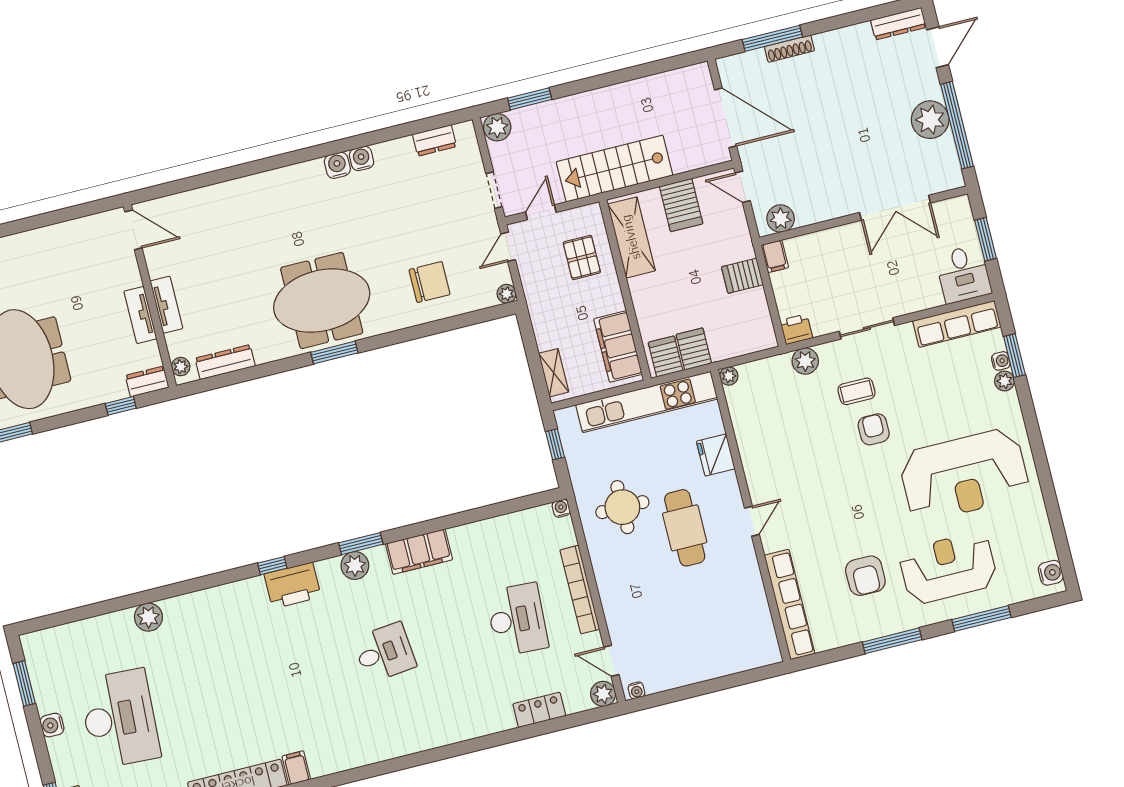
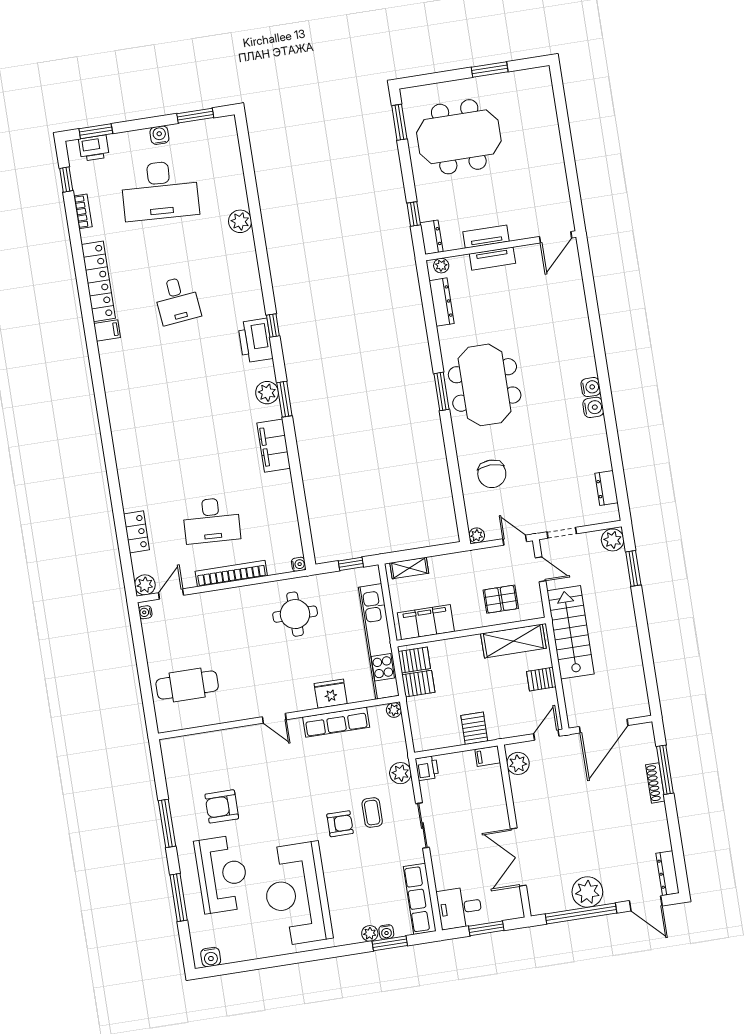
water cooler: (362, 158) -> (591, 387), moved
server rack: (681, 205) -> (541, 679), width x0.73, depth x0.70
cafe table: (685, 528) -> (187, 685), moved
row of seats: (790, 605) -> (336, 722), moved, width x0.73
desk: (385, 652) -> (177, 300), moved

